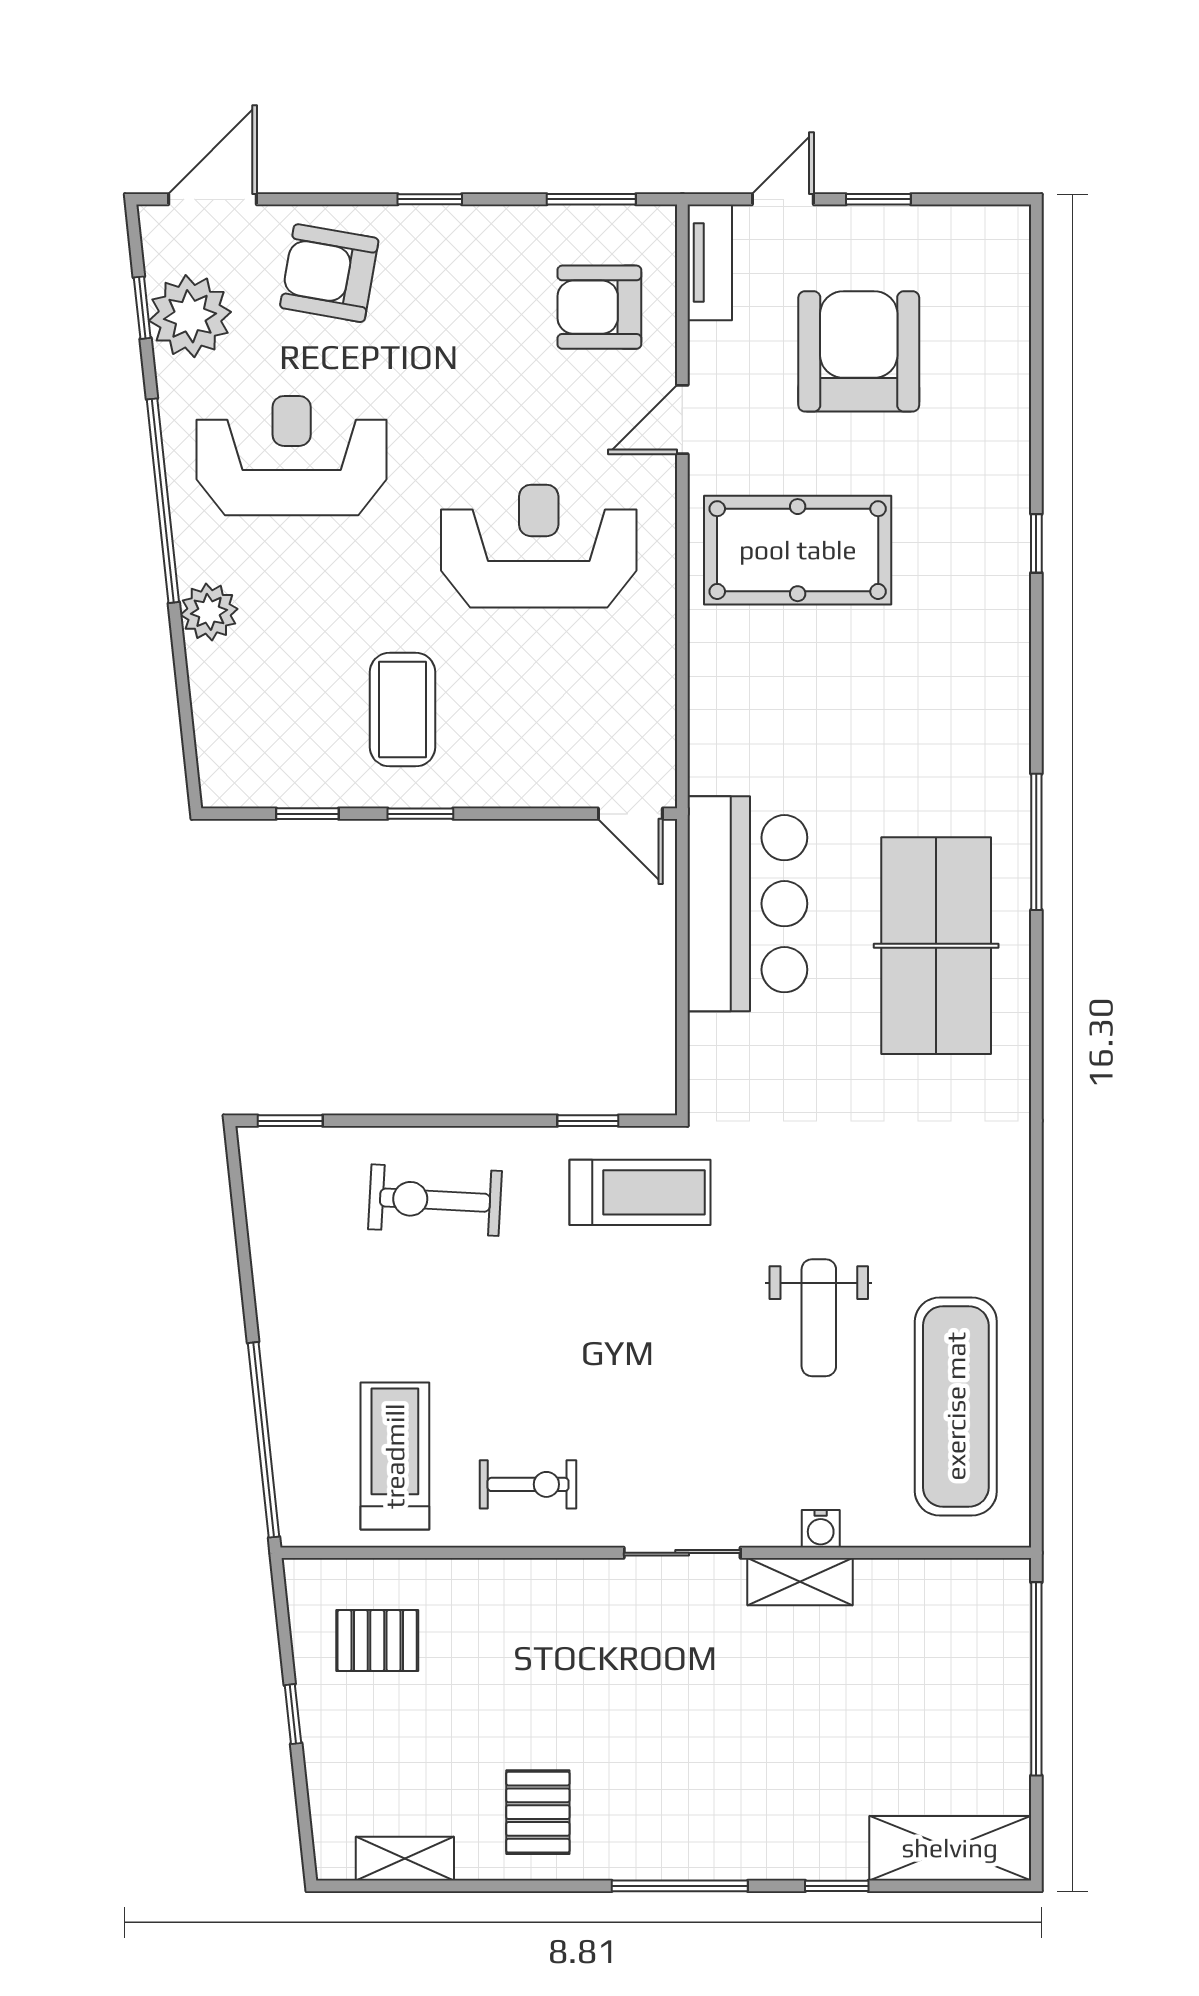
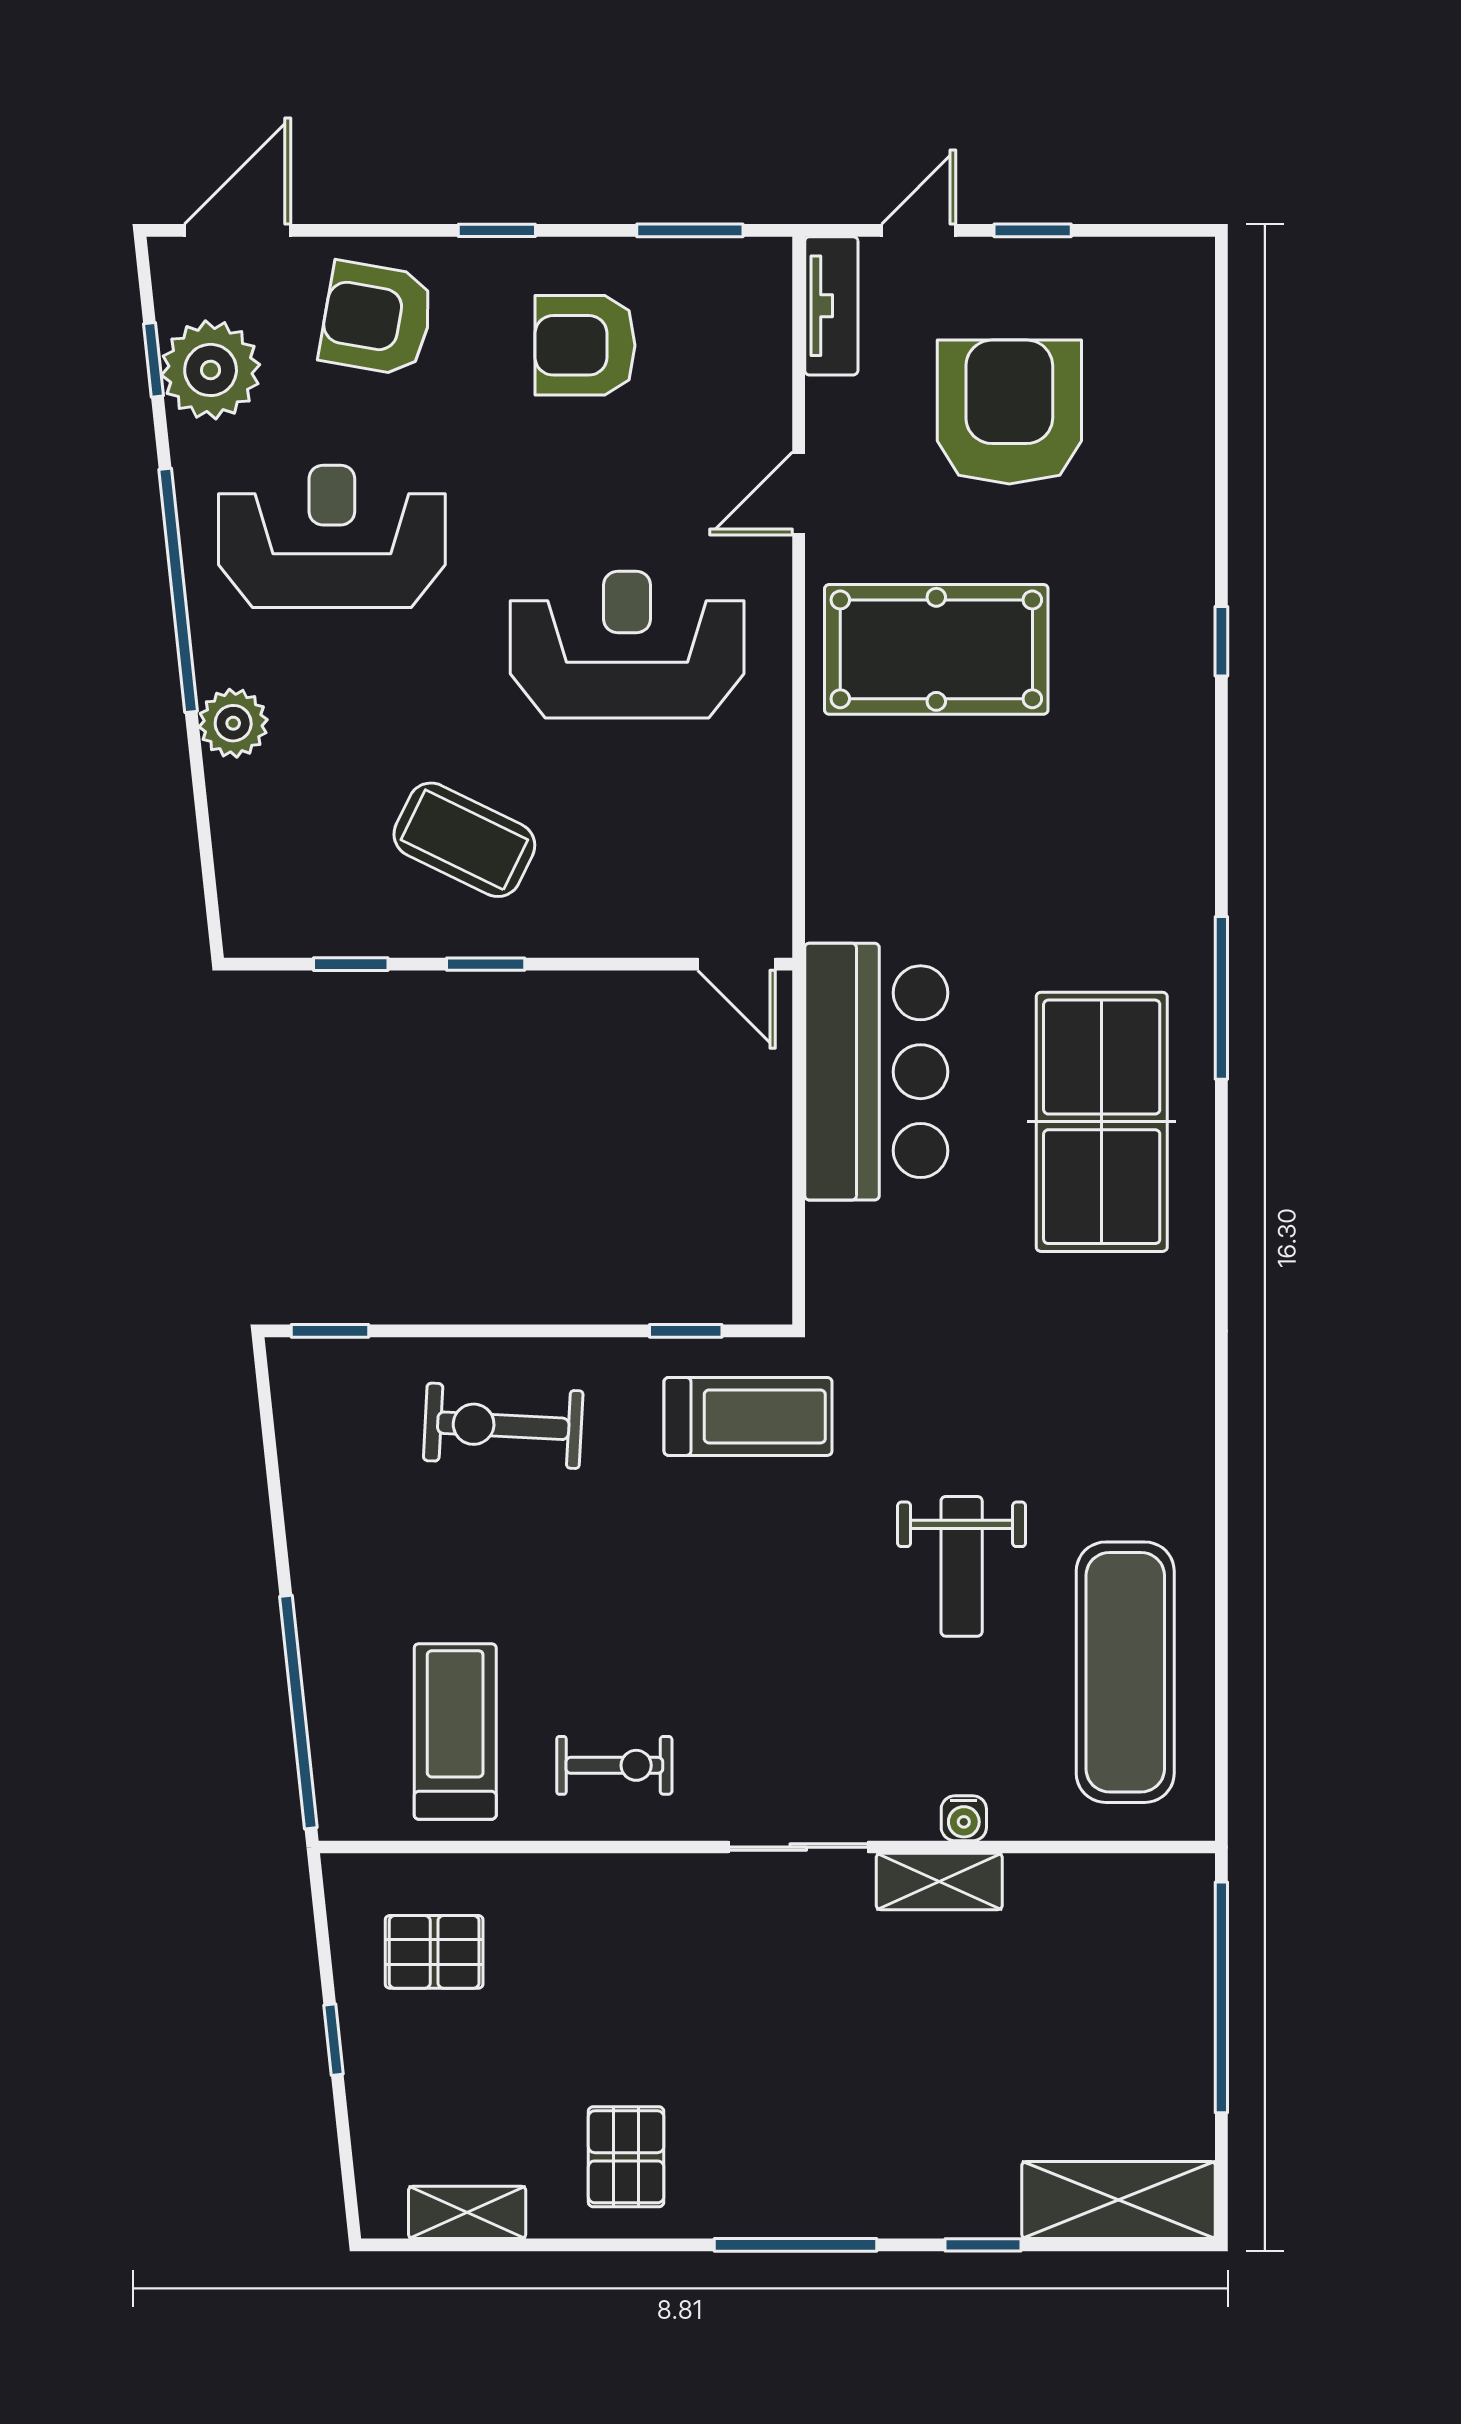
armchair: (599, 307) -> (585, 345), moved
coffee table: (403, 710) -> (464, 840), turned -64

